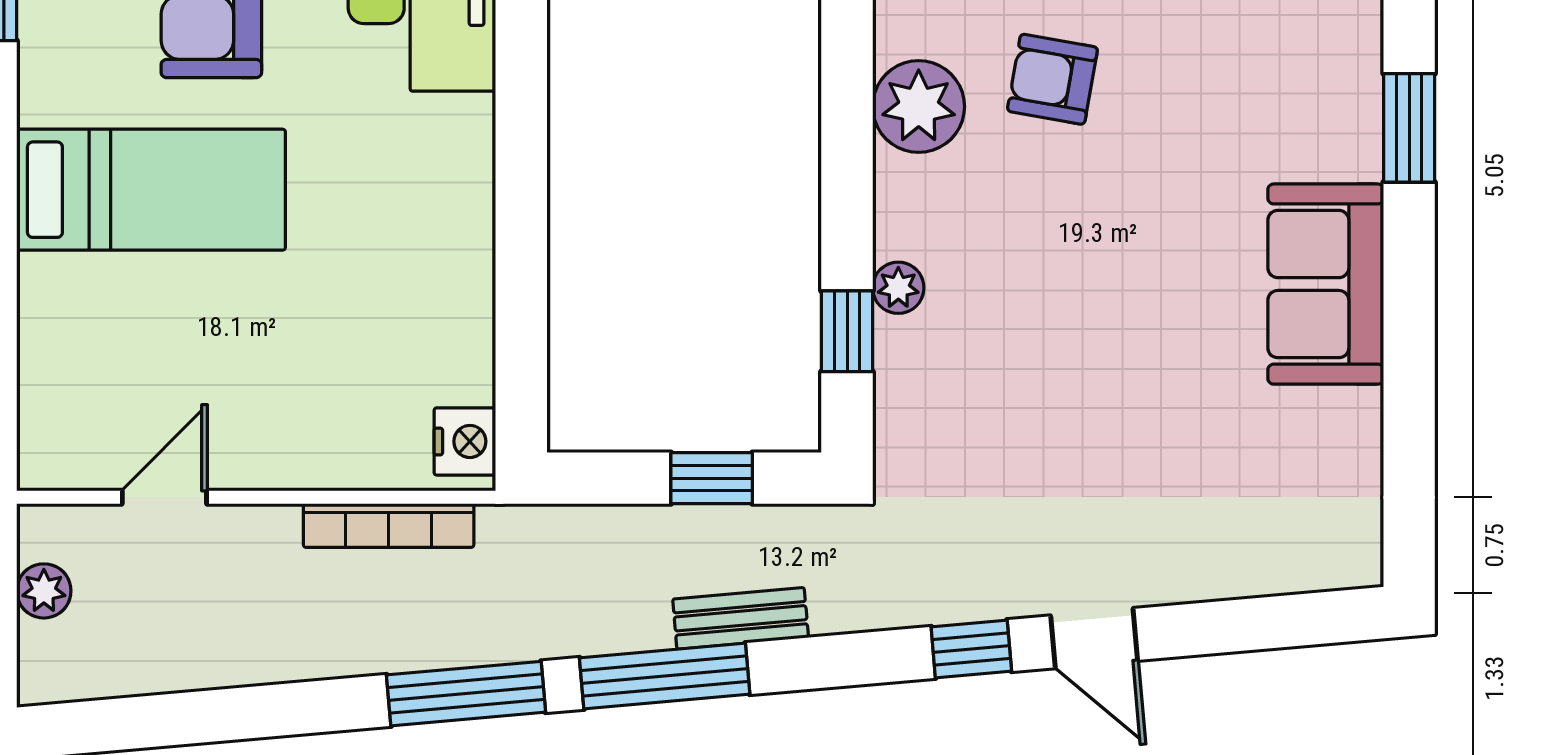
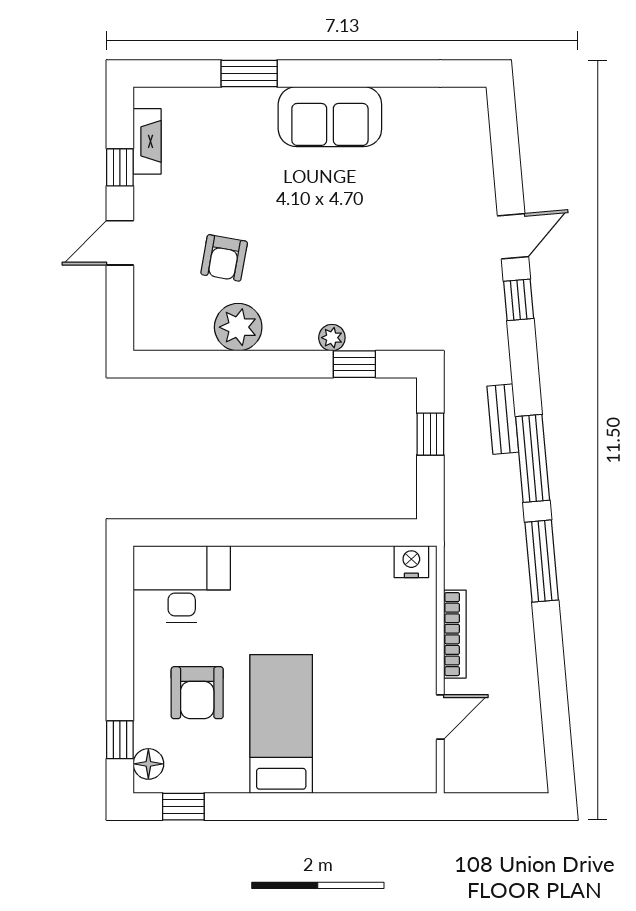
door: (164, 497) -> (440, 717), swing flipped
bookcase: (389, 525) -> (455, 634), moved
plant: (44, 591) -> (489, 779), removed

